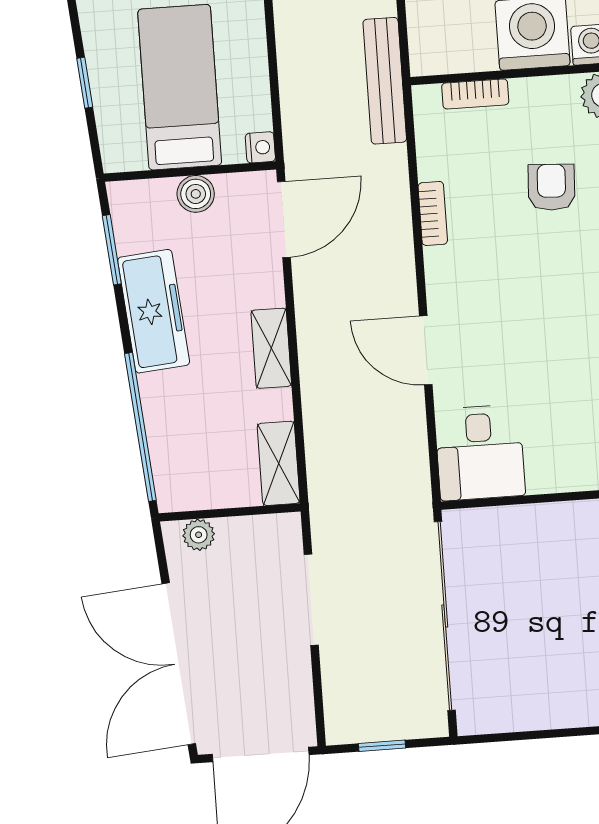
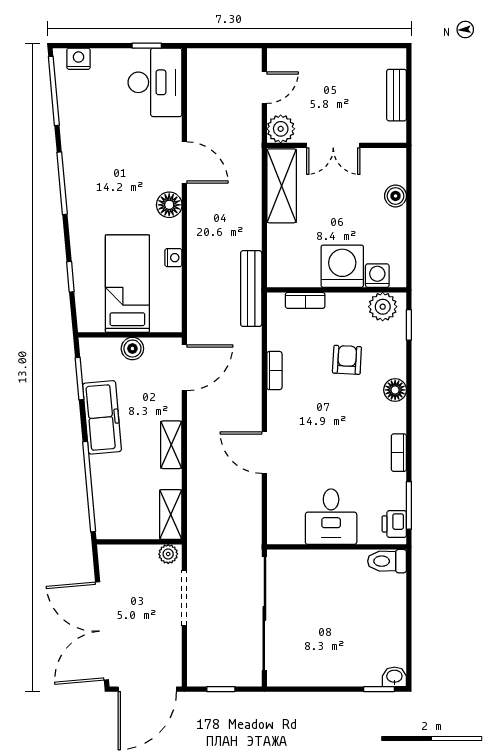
nightstand: (260, 147) -> (173, 258), moved
desk: (480, 453) -> (331, 517), moved
plant: (199, 535) -> (168, 554), moved

